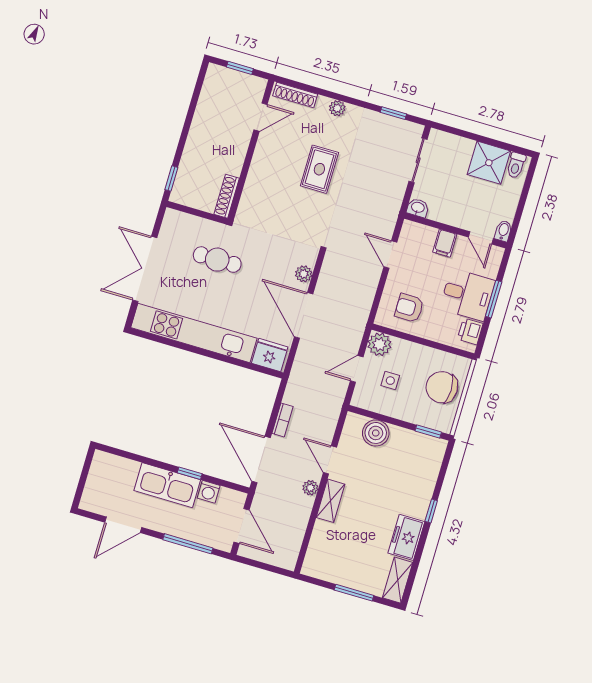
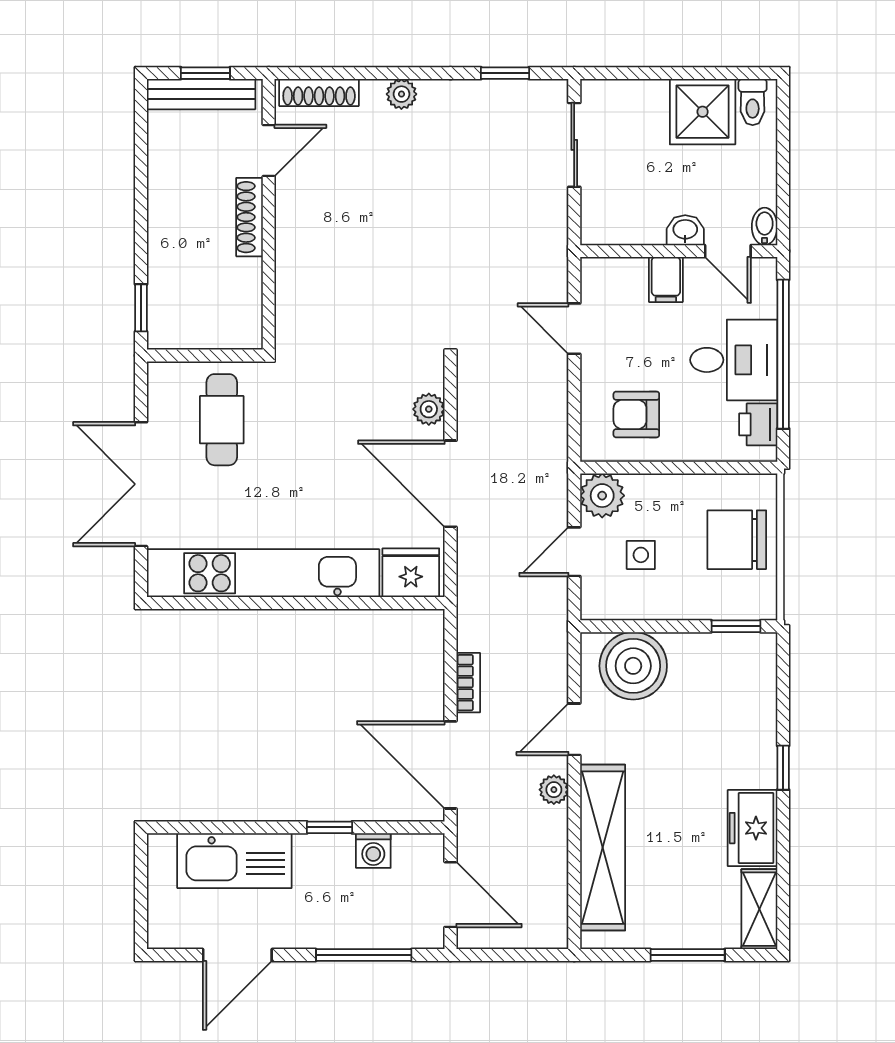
bench: (234, 78) -> (201, 94), added
rug: (319, 169) -> (402, 213), removed
shoe rack: (227, 196) -> (250, 217), moved
washbasin: (418, 208) -> (685, 230), moved
cafe table: (217, 260) -> (222, 420), moved, turned 90
window: (494, 299) -> (783, 354), width x2.11
boiler: (376, 433) -> (633, 666), width x1.37, depth x1.37
door: (330, 460) -> (574, 729), hinge flipped
kitchen sink: (167, 485) -> (234, 861), moved
shelving: (331, 501) -> (603, 848), width x2.20, depth x1.33

